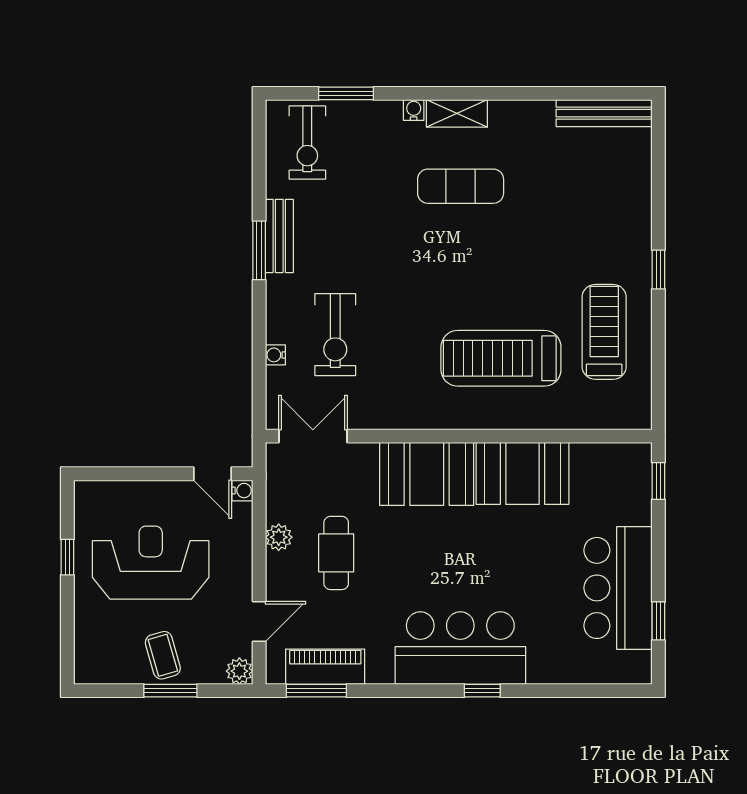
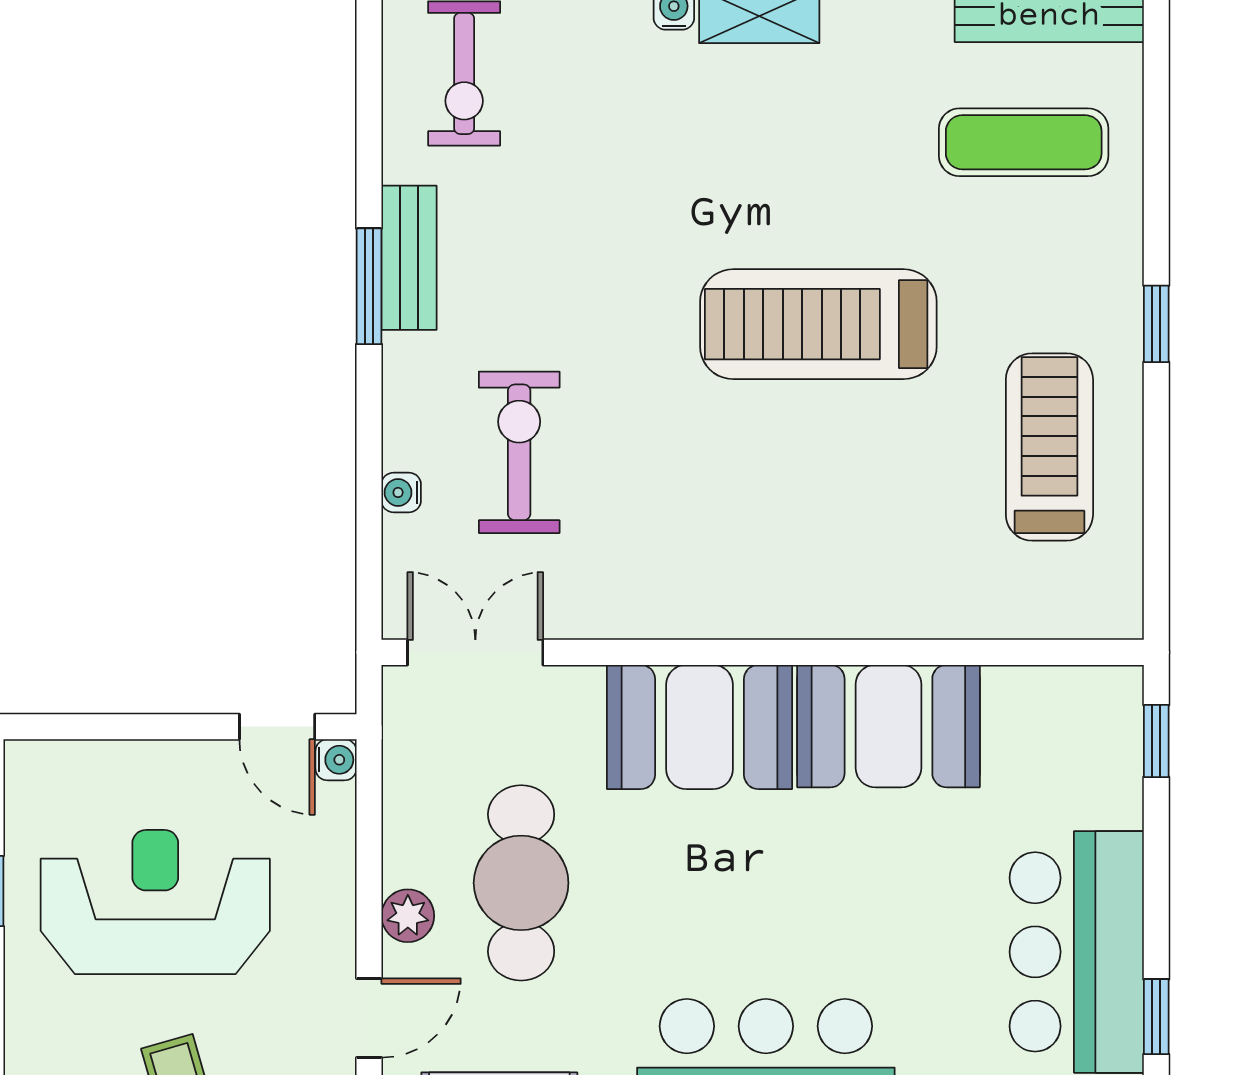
exercise mat: (461, 186) -> (1024, 142), moved
exercise bike: (335, 335) -> (519, 452), turned 180
treadmill: (501, 358) -> (818, 324), moved
plant: (279, 537) -> (408, 916), moved
cafe table: (336, 553) -> (521, 883), width x1.37, depth x1.35

